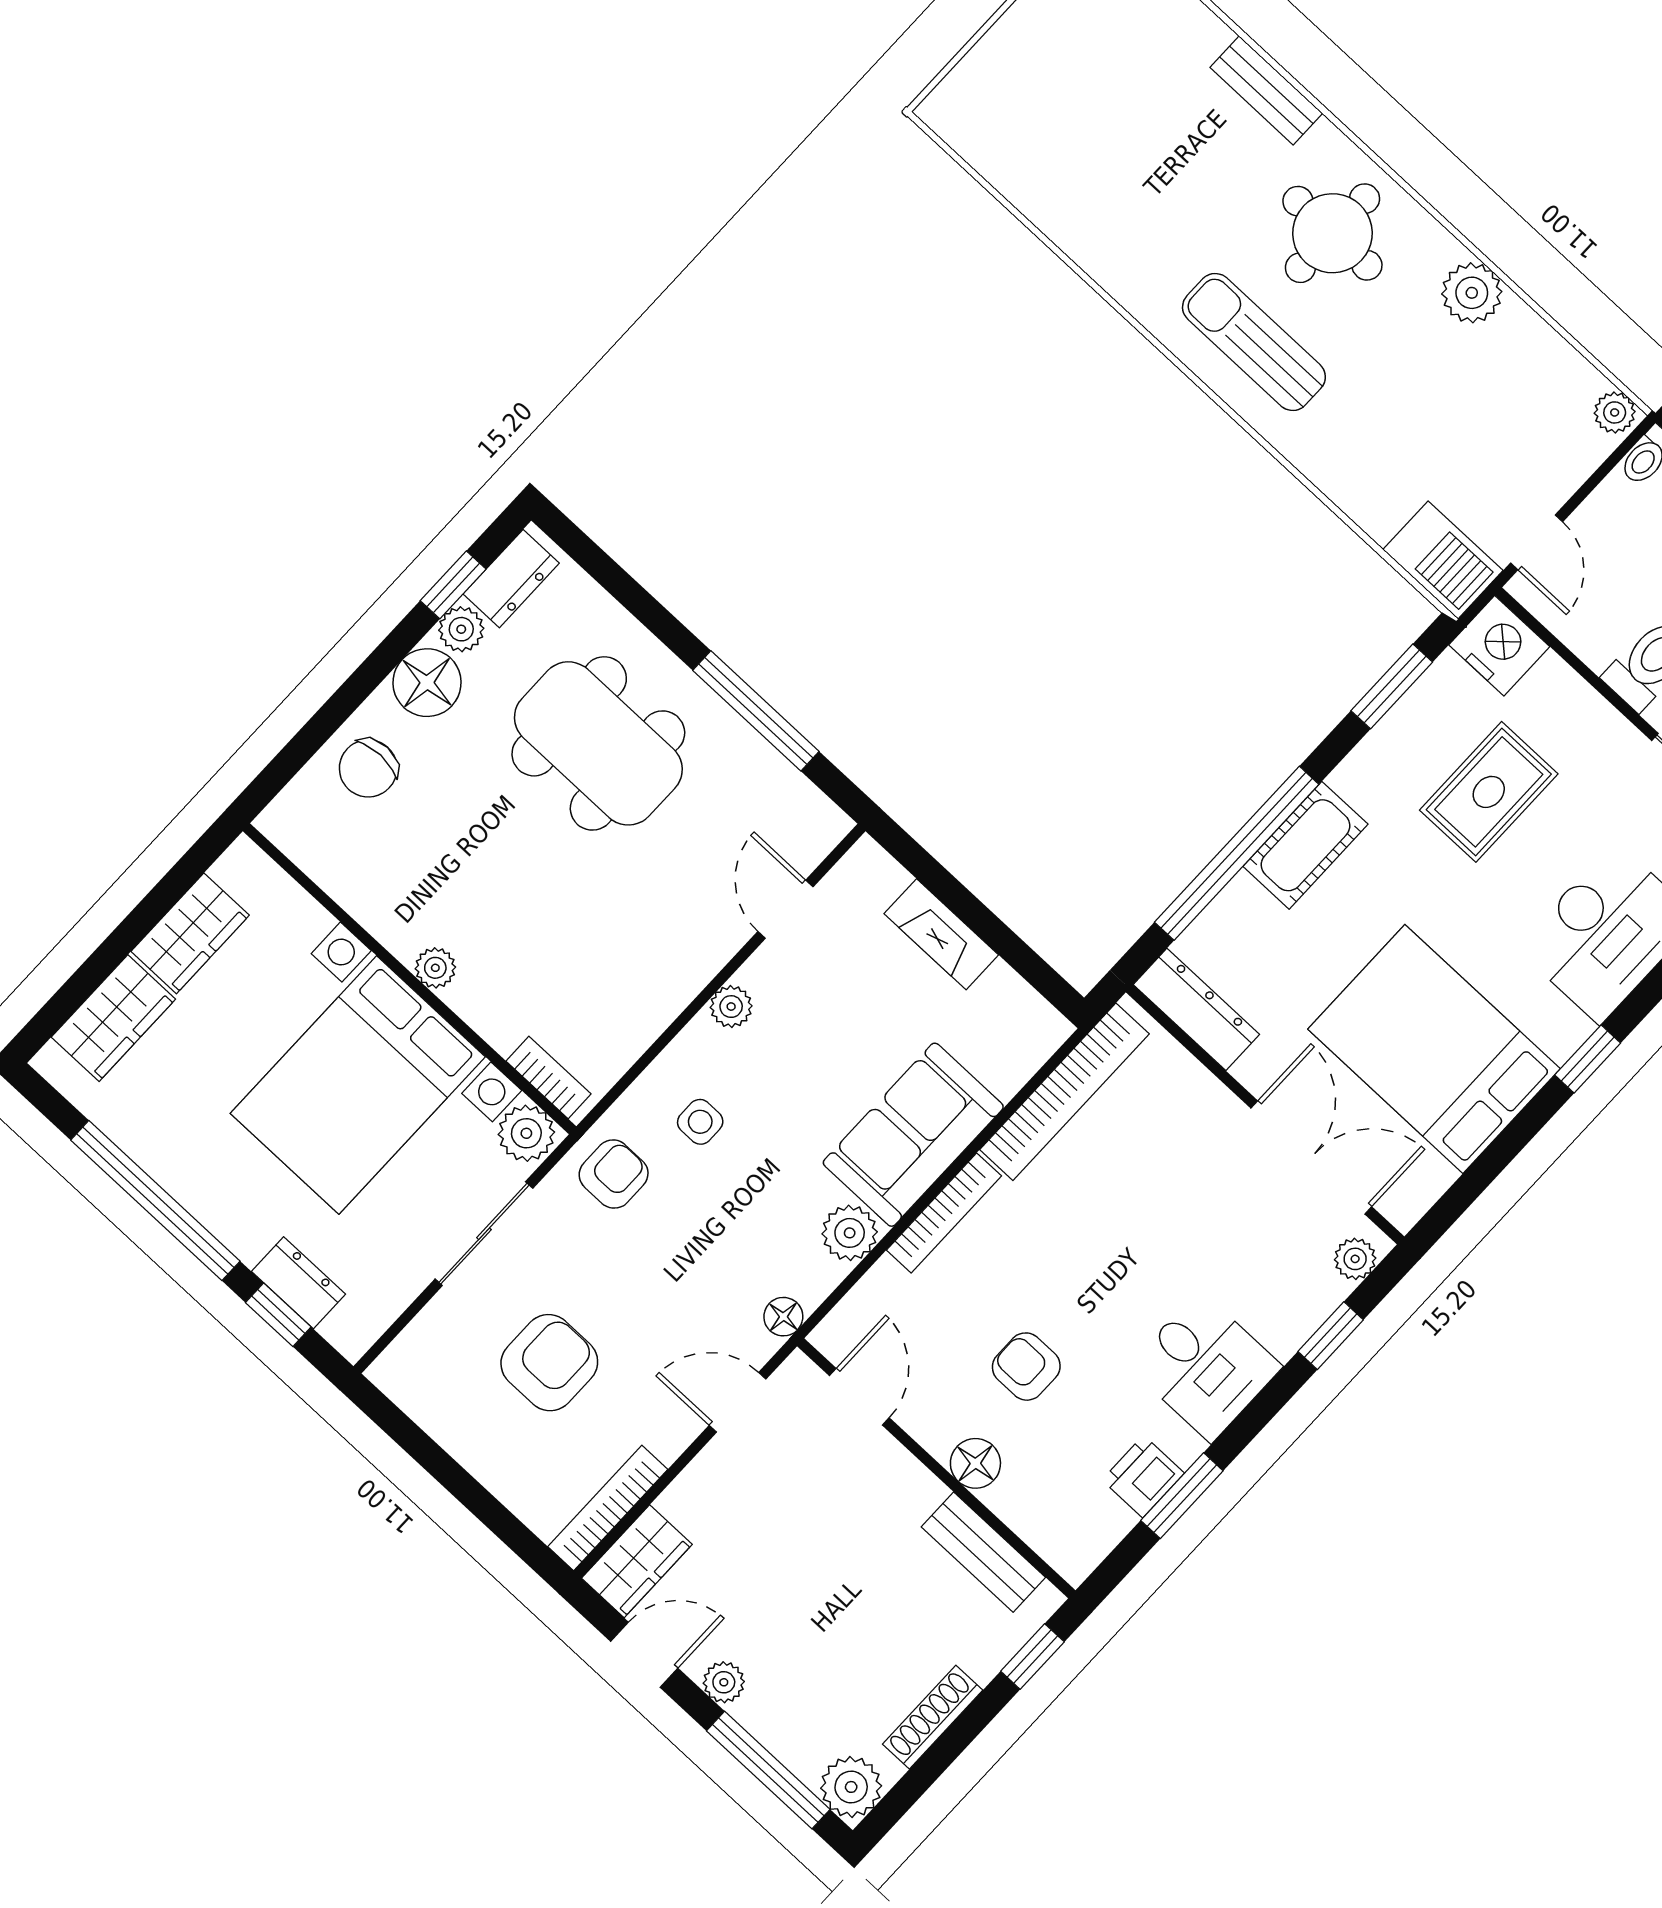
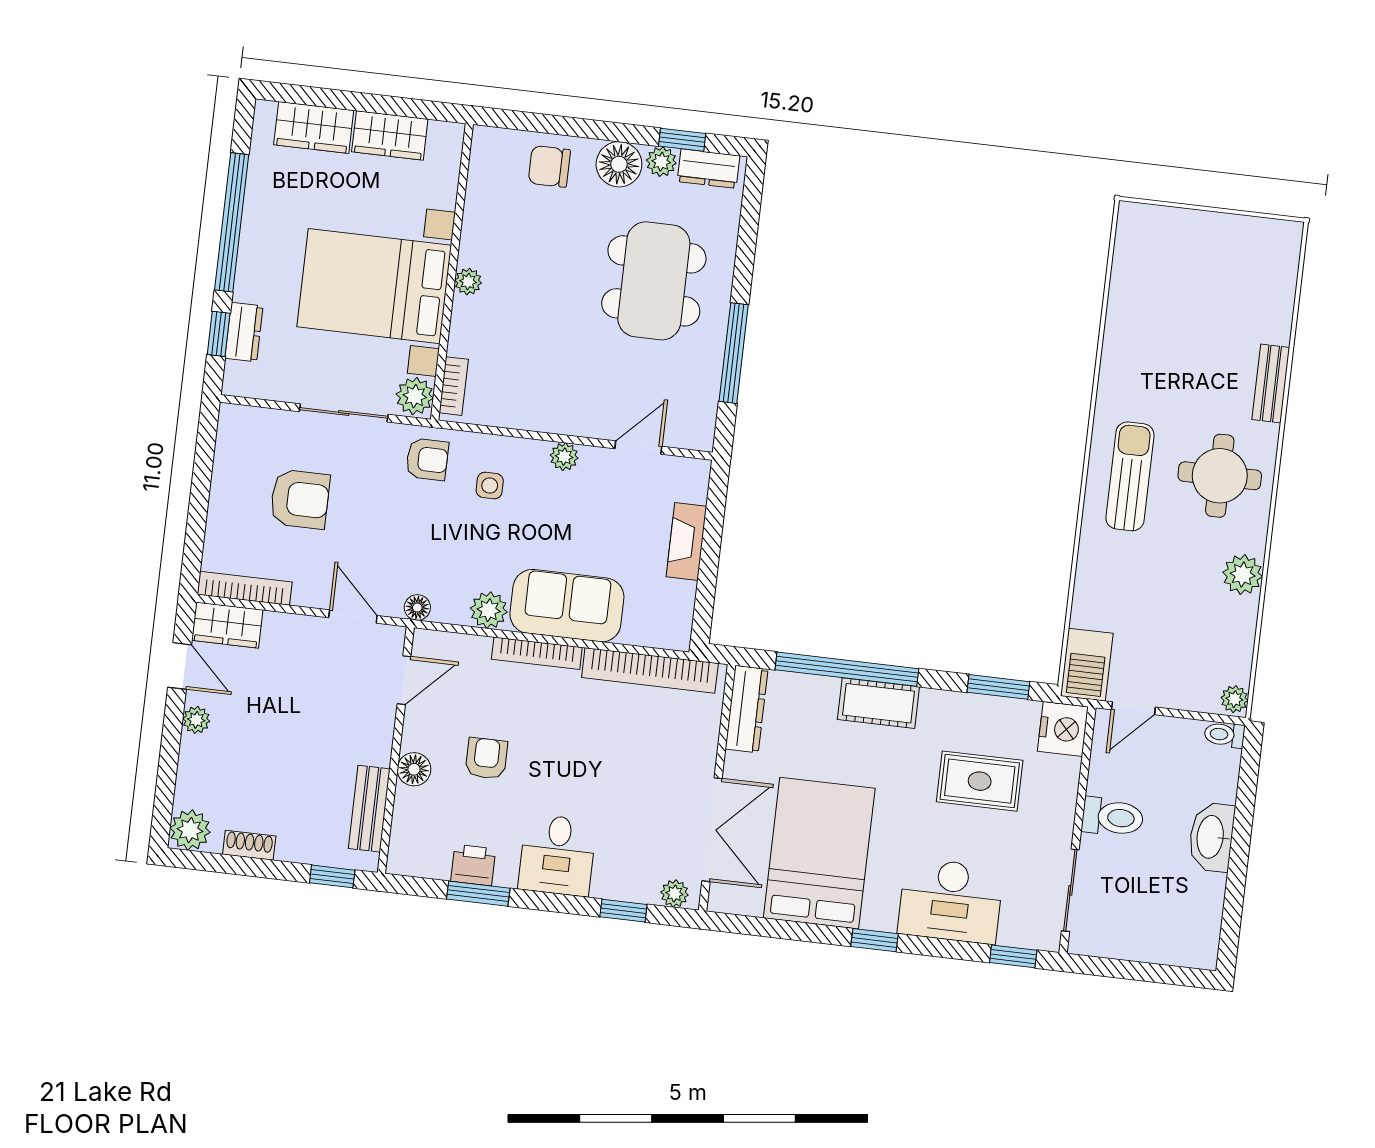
shoe rack: (933, 1717) -> (249, 845), width x0.70
window: (768, 1770) -> (166, 779), removed

